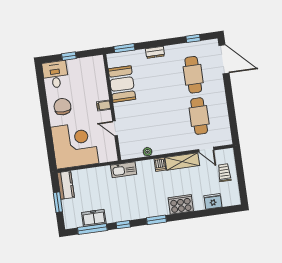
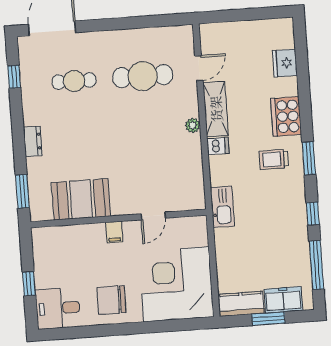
cafe table: (193, 75) -> (74, 81), width x0.73, depth x0.74
plant: (148, 152) -> (193, 125), moved
trolley: (224, 173) -> (274, 159), moved
freezer: (94, 218) -> (283, 300), moved, turned 90

